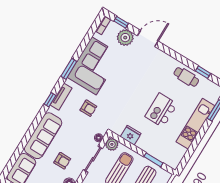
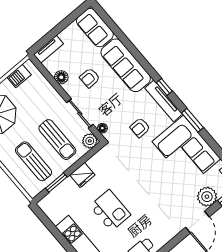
tv unit: (61, 97) -> (164, 101), width x1.41
fridge: (131, 135) -> (82, 175), moved

